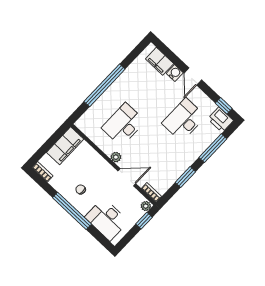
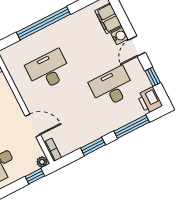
window: (224, 106) -> (153, 77), moved
plant: (116, 157) -> (29, 101), removed

